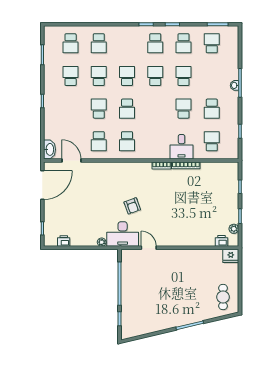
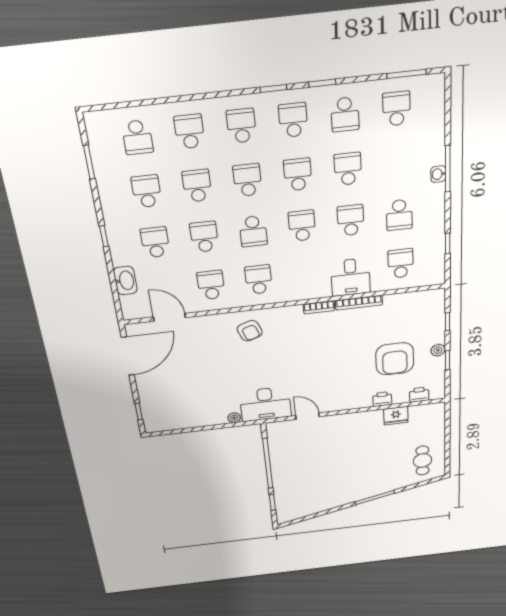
school desk: (99, 43) -> (189, 131), turned 180
school desk: (127, 43) -> (241, 126), added
school desk: (155, 43) -> (293, 120), turned 180
school desk: (71, 109) -> (155, 242), added
school desk: (155, 109) -> (302, 226), added
school desk: (99, 141) -> (211, 285), turned 180
school desk: (127, 141) -> (259, 280), turned 180
washbasin: (50, 149) -> (125, 281), moved
armchair: (132, 206) -> (250, 331), moved
armchair: (206, 210) -> (395, 359), added
plant: (234, 229) -> (438, 350), moved
printer: (64, 241) -> (382, 399), moved
fridge: (231, 256) -> (396, 416), moved

